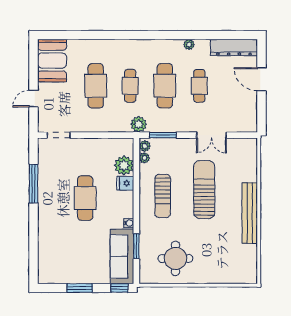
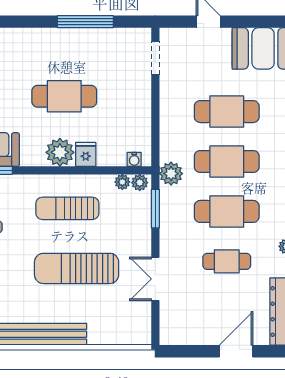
cafe table: (130, 86) -> (227, 161), width x1.37, depth x1.35
plant: (124, 165) -> (60, 152), moved
sun lounger: (204, 190) -> (77, 268), turned 180
water cooler: (129, 223) -> (134, 159), moved

